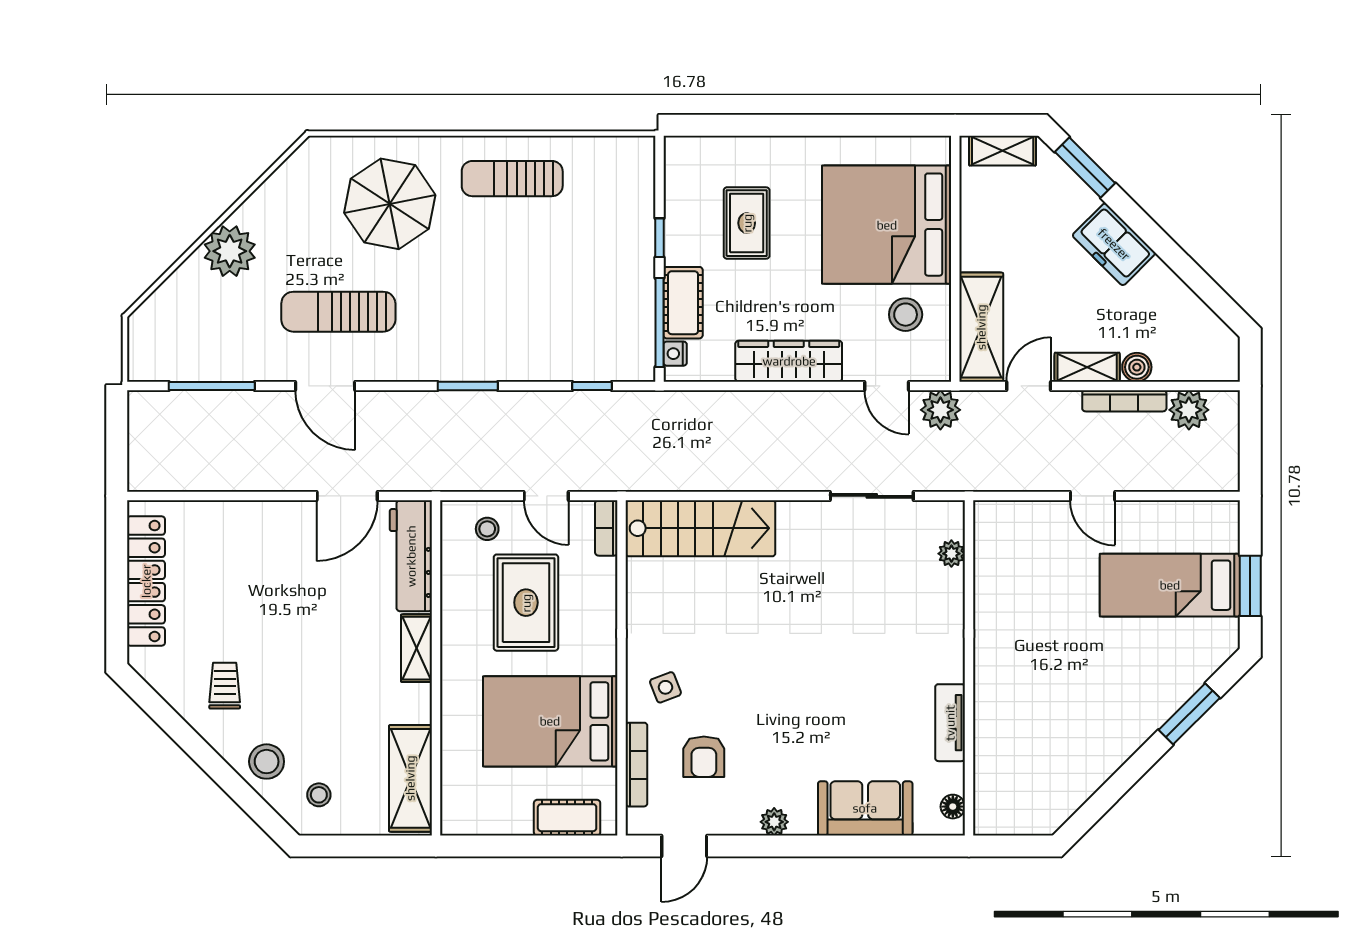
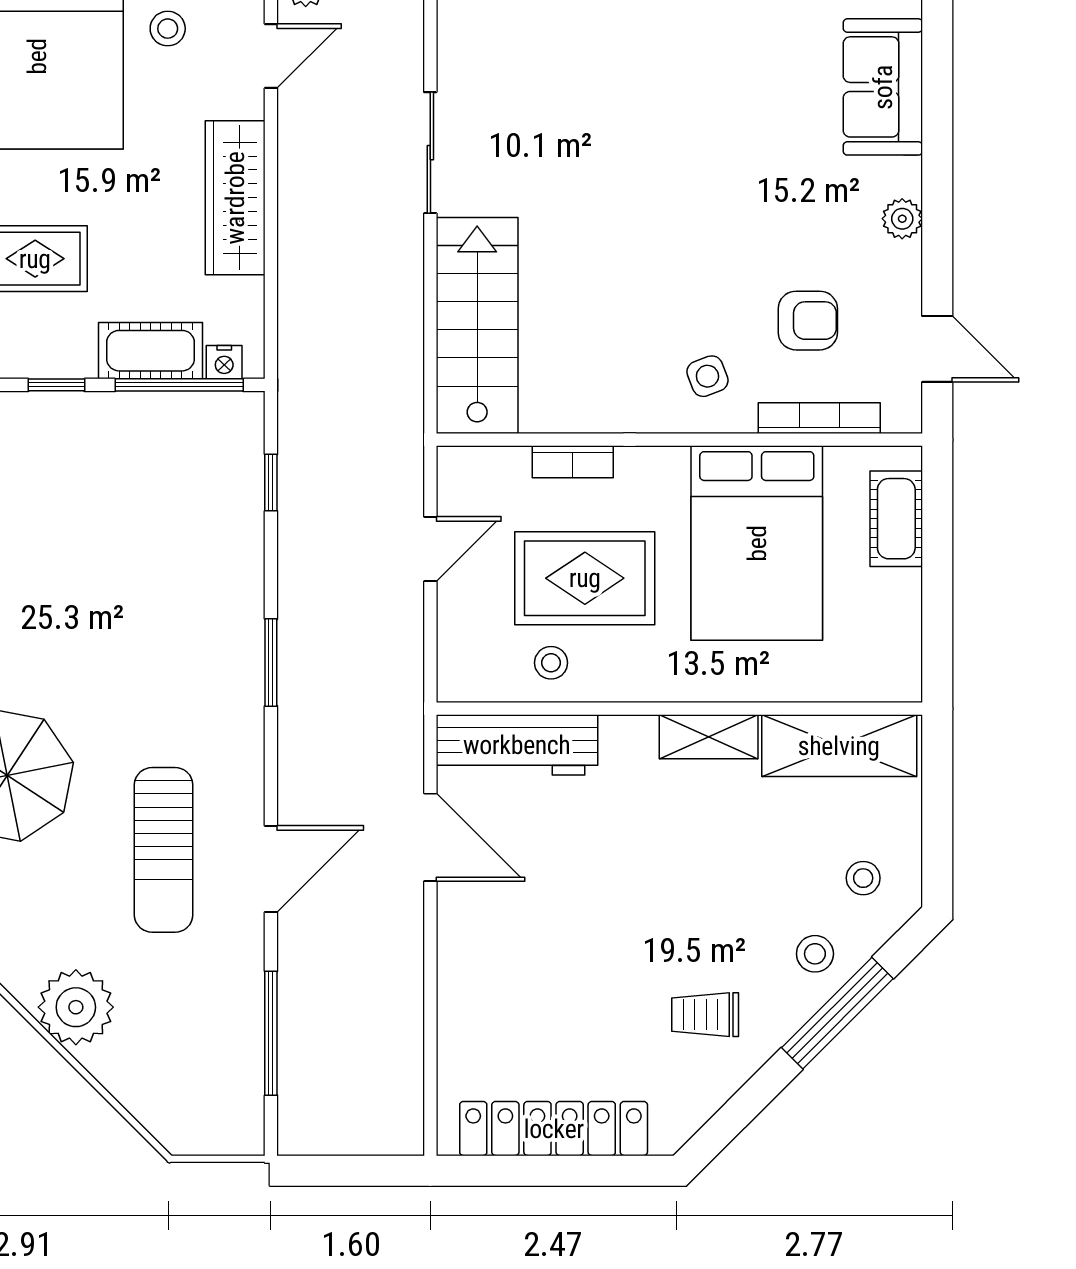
stool: (906, 315) -> (168, 29), width x0.73, depth x0.73
sliding door: (872, 496) -> (430, 153), moved
bookcase: (606, 528) -> (573, 462), moved
stool: (487, 529) -> (551, 663), moved
shelving: (416, 648) -> (709, 737), moved
stool: (267, 762) -> (815, 954), width x0.73, depth x0.73
window: (226, 777) -> (837, 1013), added

